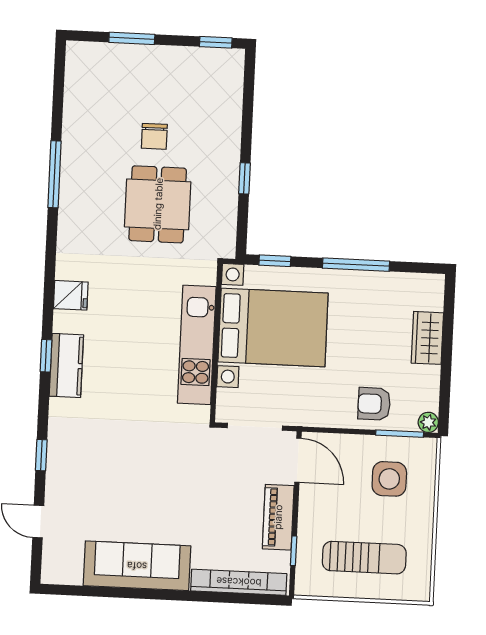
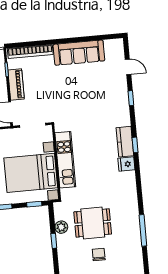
dining table: (158, 204) -> (93, 223), turned 90
plant: (225, 205) -> (61, 227), added
fridge: (71, 295) -> (126, 164), moved

